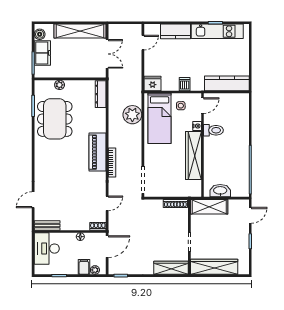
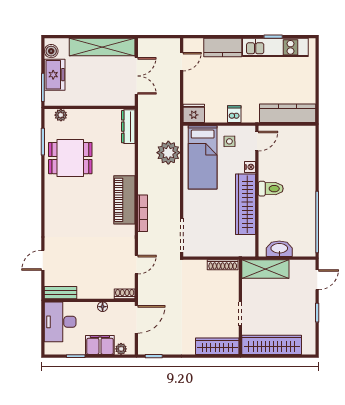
plant: (60, 85) -> (61, 115), moved
dining table: (55, 119) -> (70, 158), width x0.73
toilet: (213, 130) -> (271, 189), moved
filing cabinet: (84, 267) -> (100, 345), width x2.00

